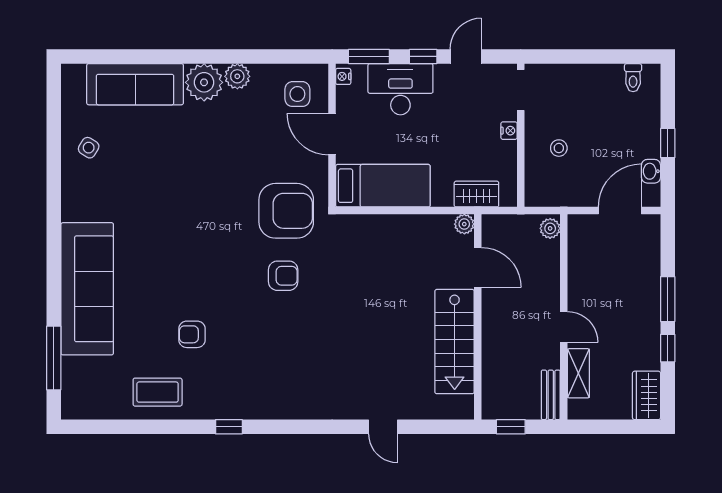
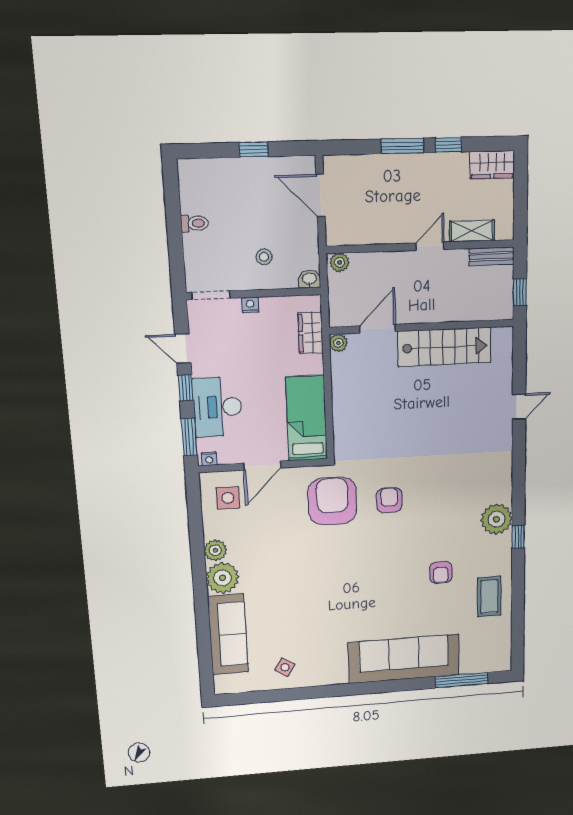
toilet: (633, 78) -> (195, 223), moved
washbasin: (651, 171) -> (309, 279), moved, turned 180
plant: (252, 401) -> (497, 519), added

